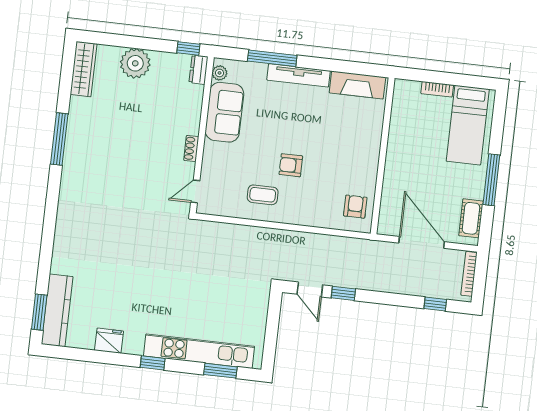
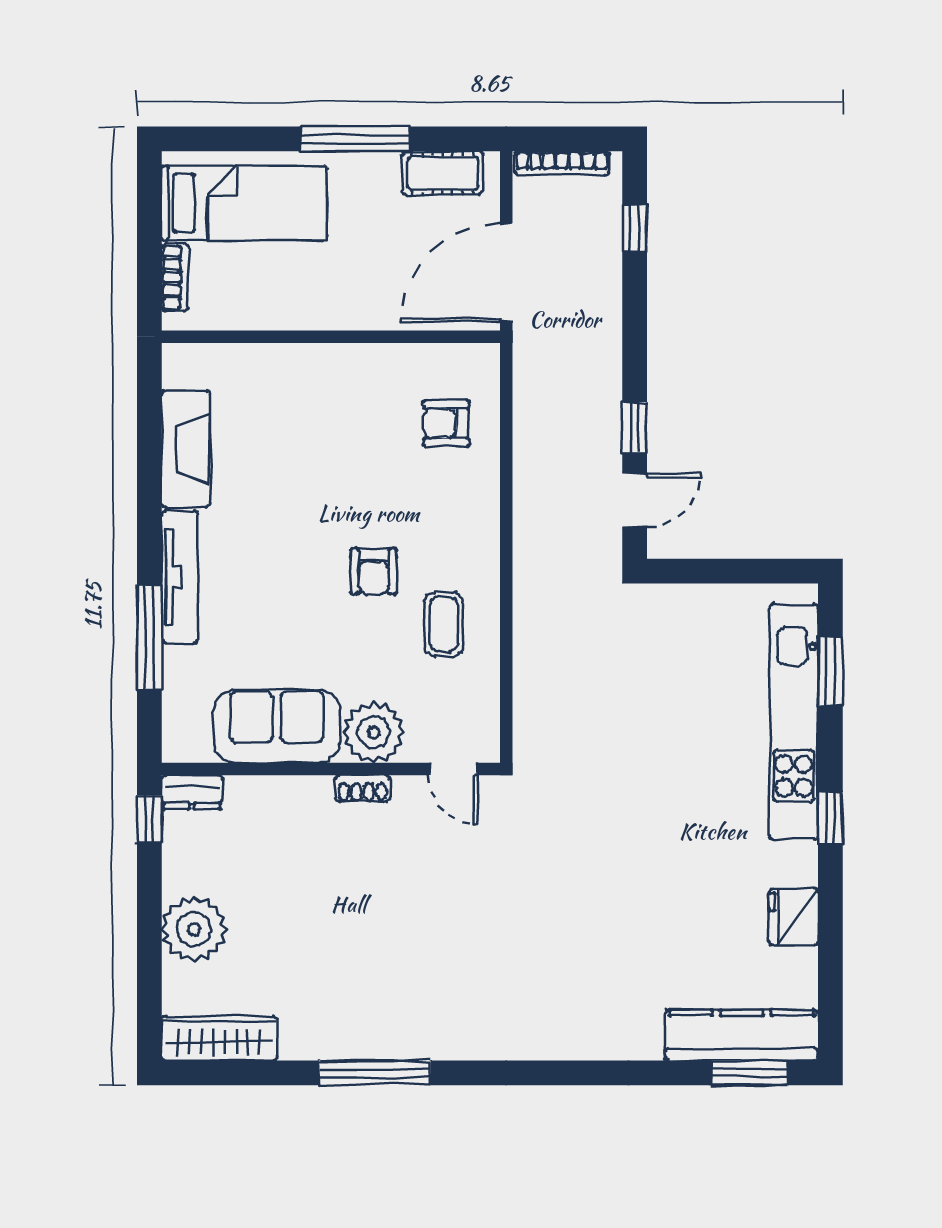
plant: (220, 73) -> (374, 732), moved, width x1.87, depth x1.87
wall: (383, 156) -> (331, 337), moved

